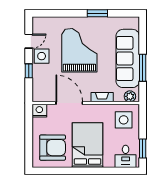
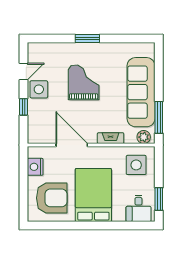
window: (97, 13) -> (87, 38), moved
grand piano: (79, 50) -> (84, 82), width x0.73, depth x0.68
window: (143, 68) -> (159, 117), moved
nightstand: (39, 111) -> (35, 167), moved, turned -90

